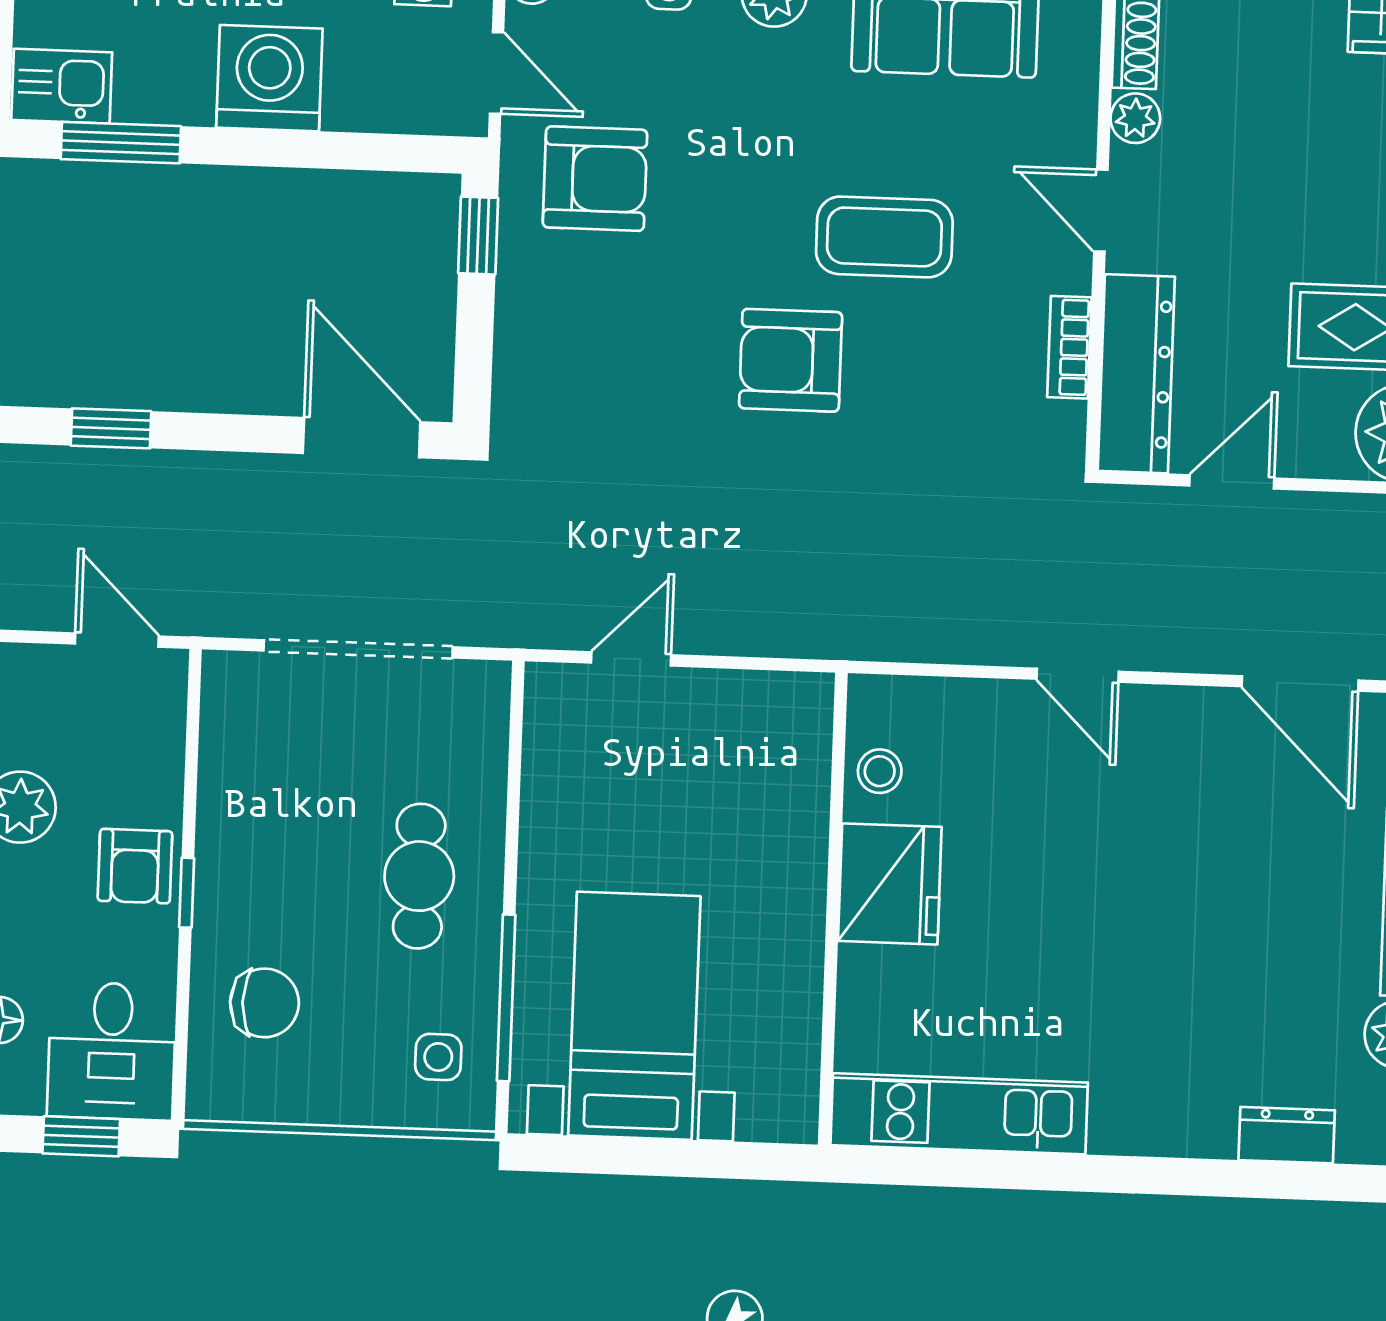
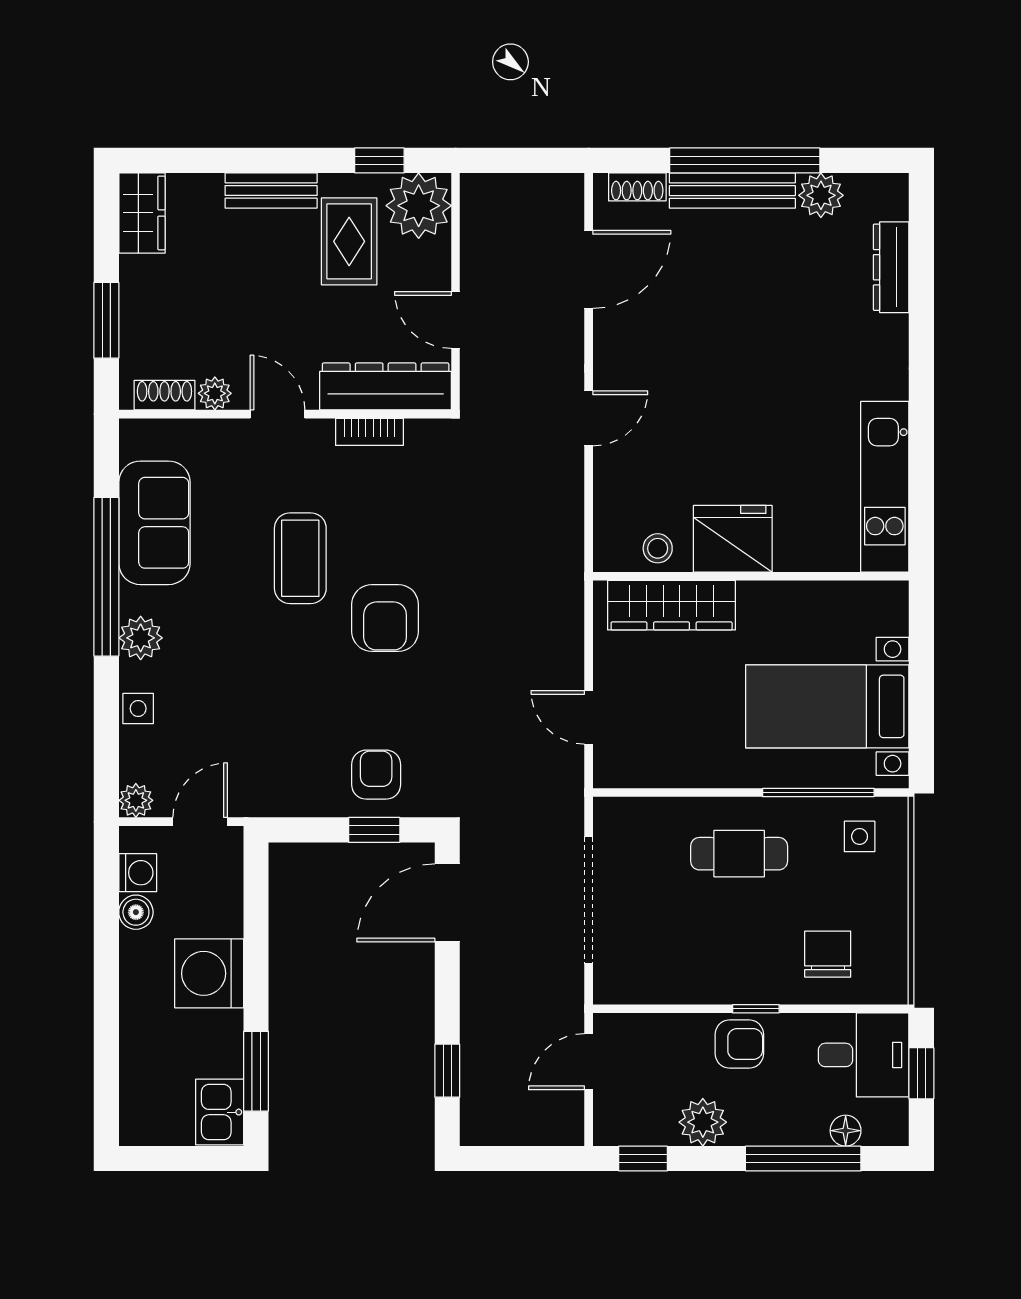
armchair: (595, 179) -> (376, 775), moved, width x0.72, depth x0.72
door: (1101, 211) -> (277, 414), swing flipped
window: (478, 236) -> (374, 830), moved
wardrobe: (794, 789) -> (672, 605), added
dresser: (1287, 1135) -> (891, 267), width x1.44

